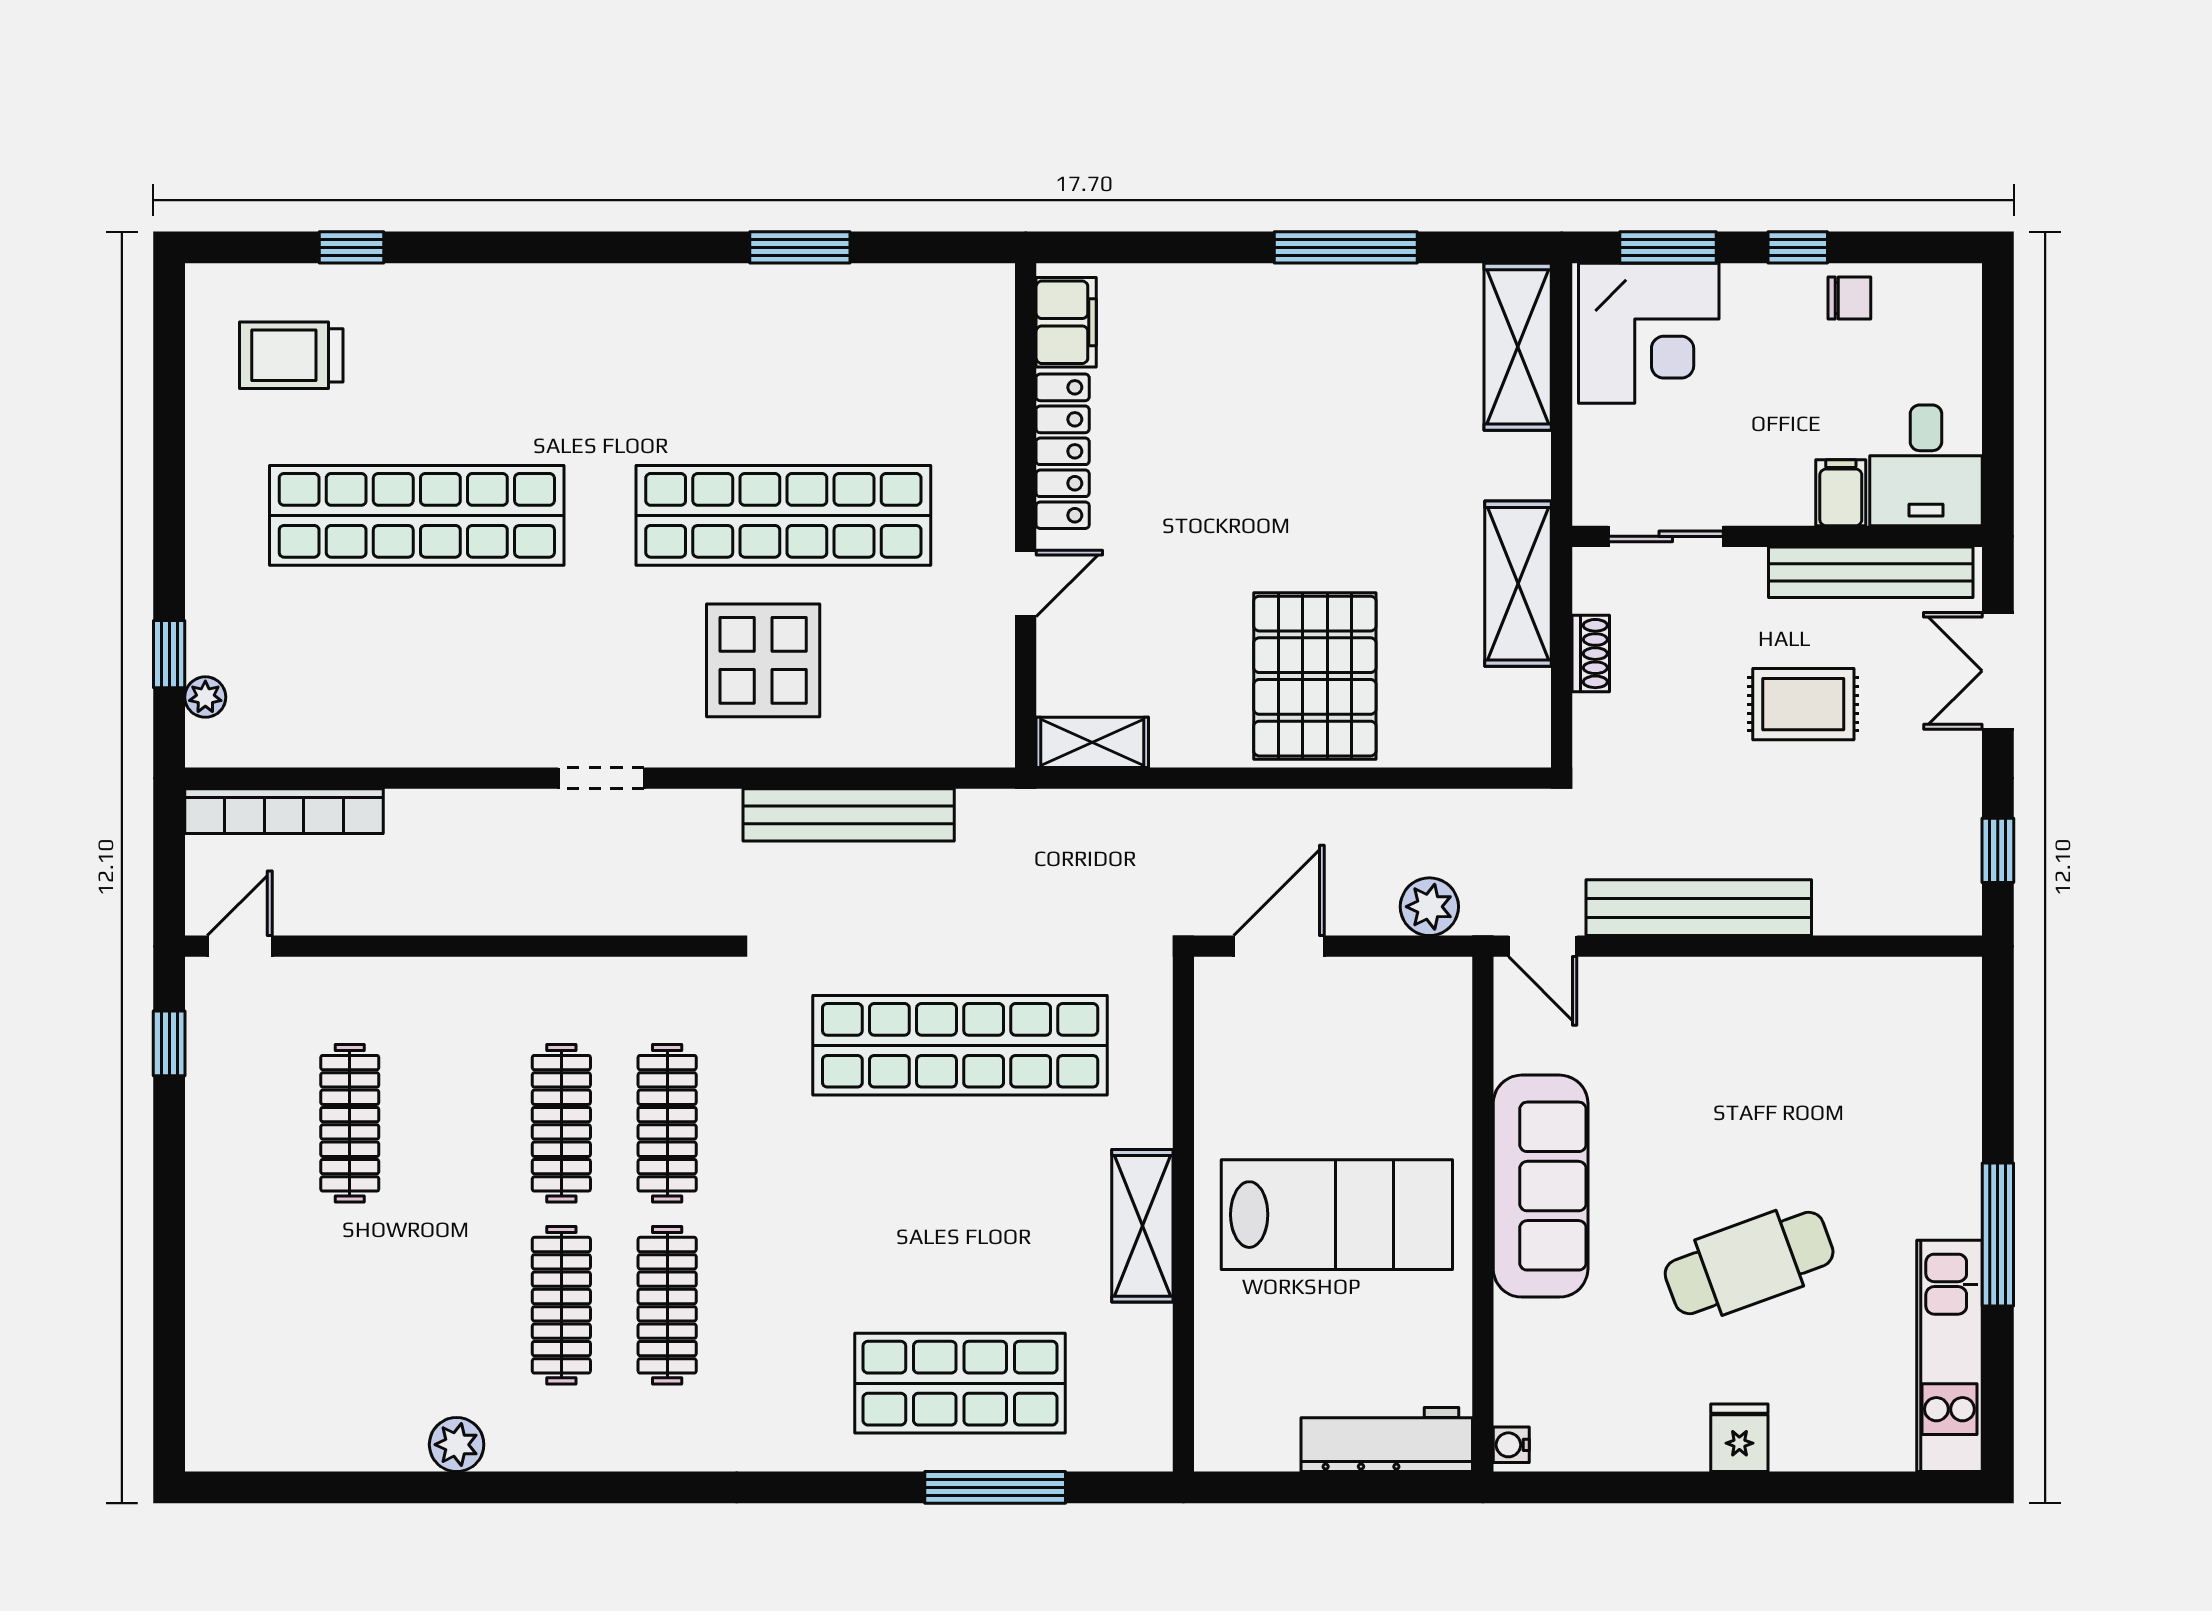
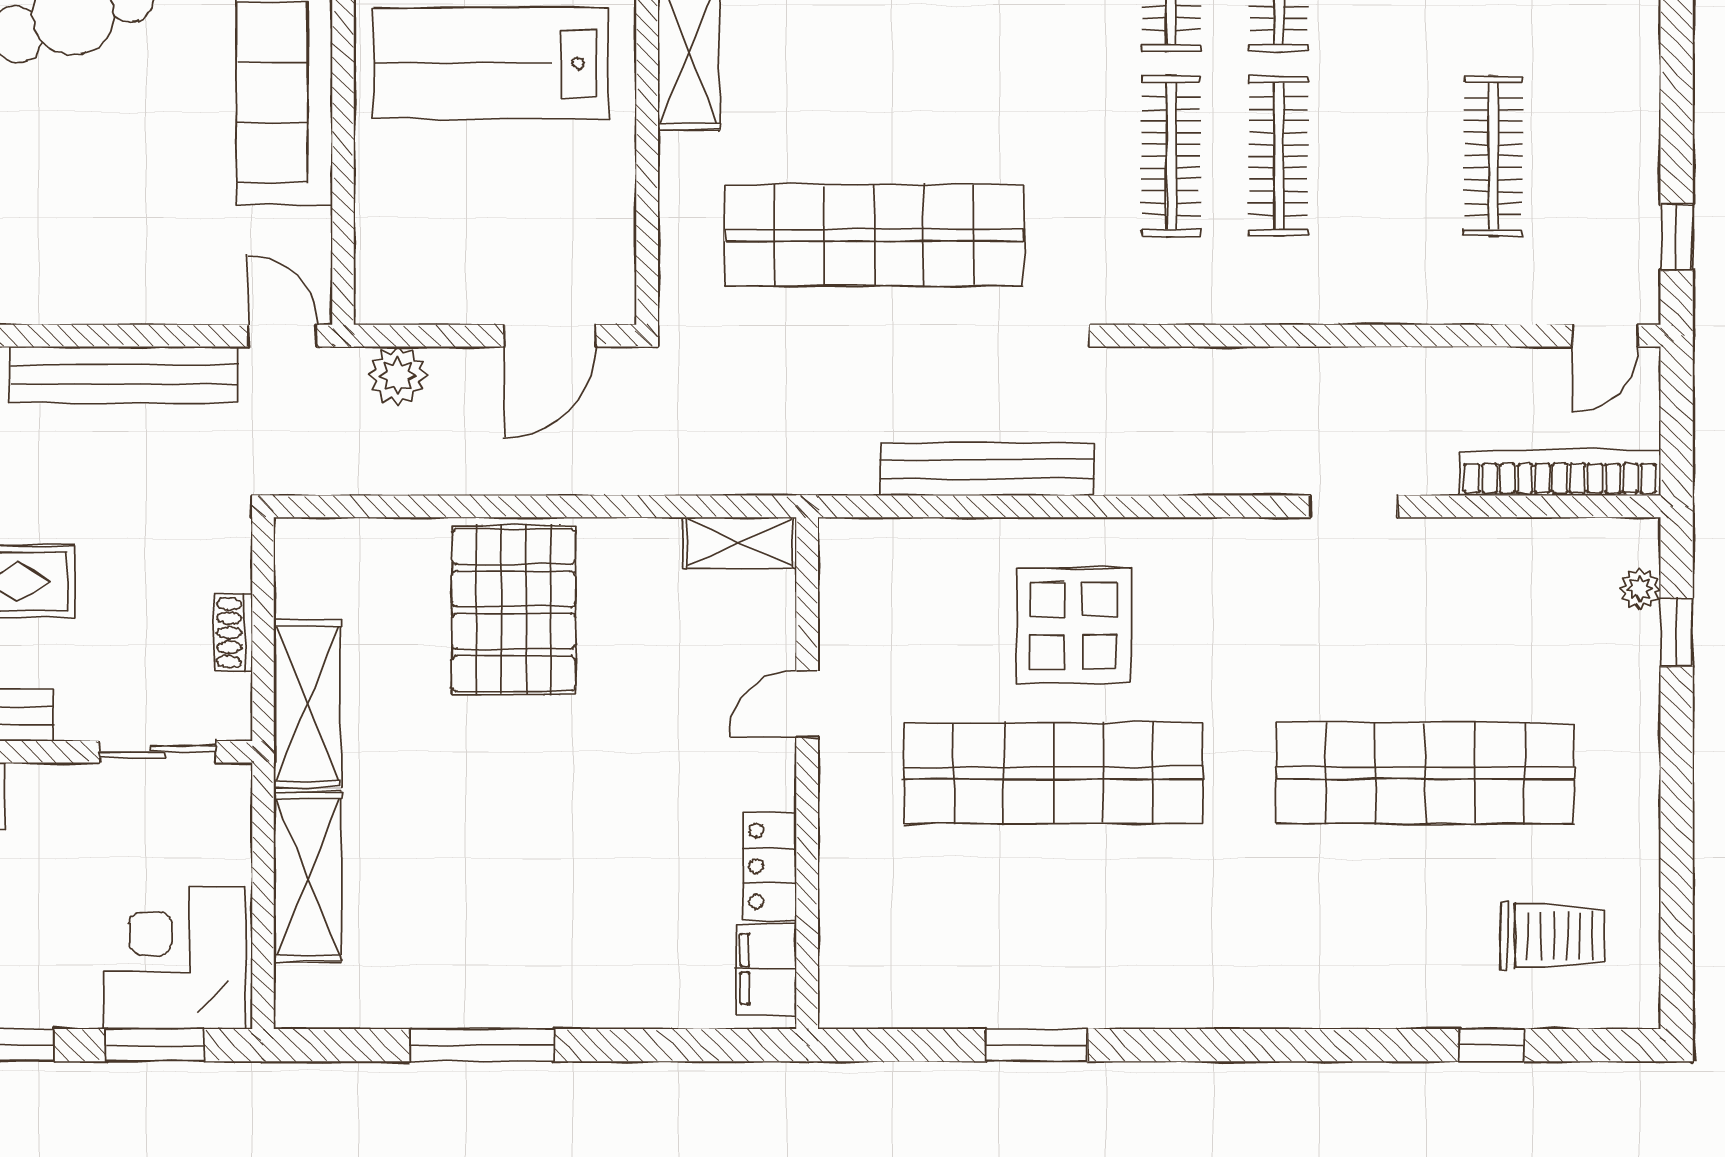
shelving: (1518, 347) -> (308, 877), moved
locker: (1063, 451) -> (770, 866), width x0.66
doorway: (601, 778) -> (1354, 506), moved

